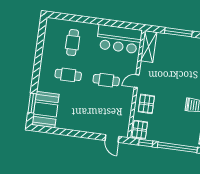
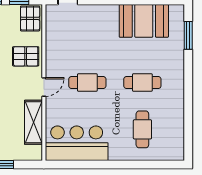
shelving: (149, 46) -> (33, 122), moved
pallet: (146, 104) -> (26, 56), turned 90
booth: (46, 110) -> (144, 21), moved, turned 90

